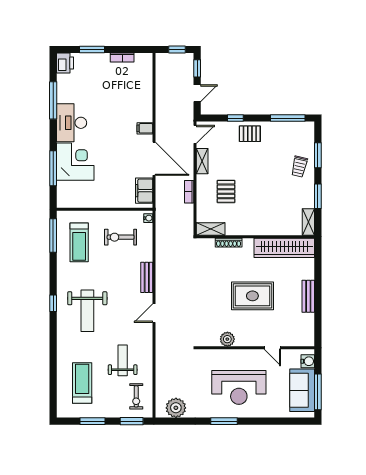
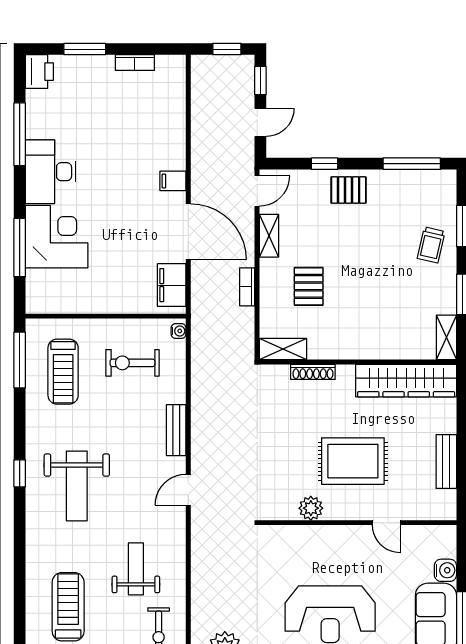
plant: (227, 339) -> (311, 508), moved
wall: (255, 348) -> (358, 523), moved
door: (272, 348) -> (386, 523), moved

